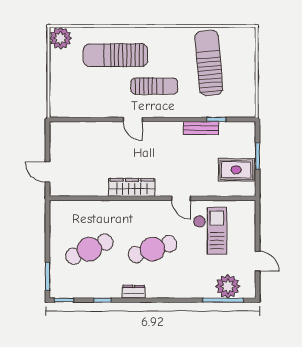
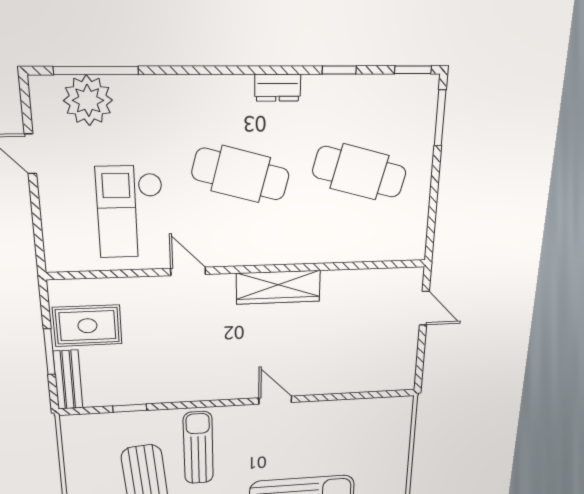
sun lounger: (154, 86) -> (198, 448), moved, turned 90
bench: (201, 128) -> (68, 380), moved, turned 90
cafe table: (89, 249) -> (359, 172), turned 39
cafe table: (153, 249) -> (241, 174), turned 33

